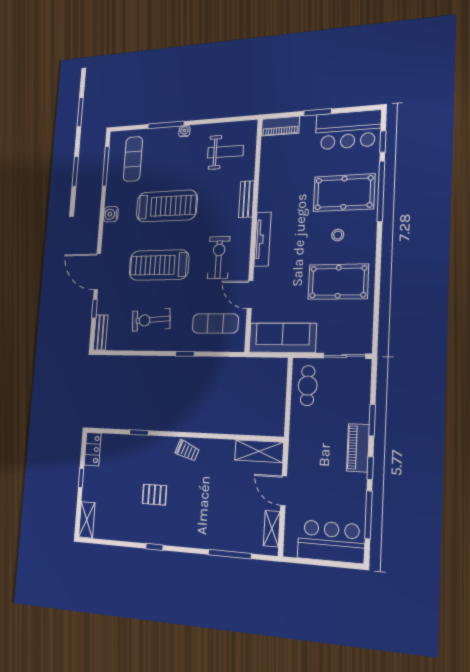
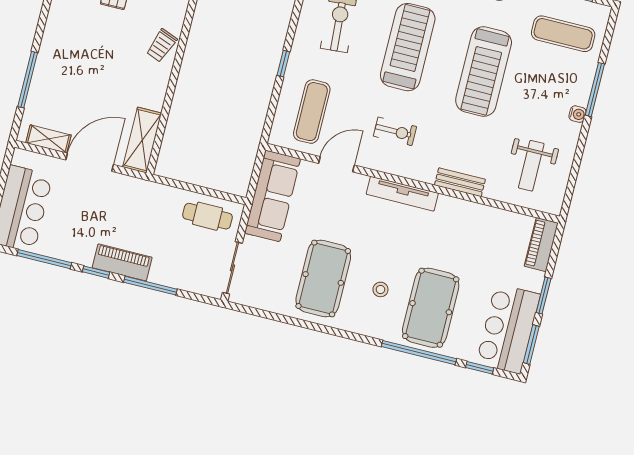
window: (356, 109) -> (531, 345), added
exercise bike: (219, 258) -> (395, 131), width x0.73, depth x0.72
window: (372, 420) -> (150, 286), width x1.44
door: (284, 491) -> (90, 162), width x1.36

